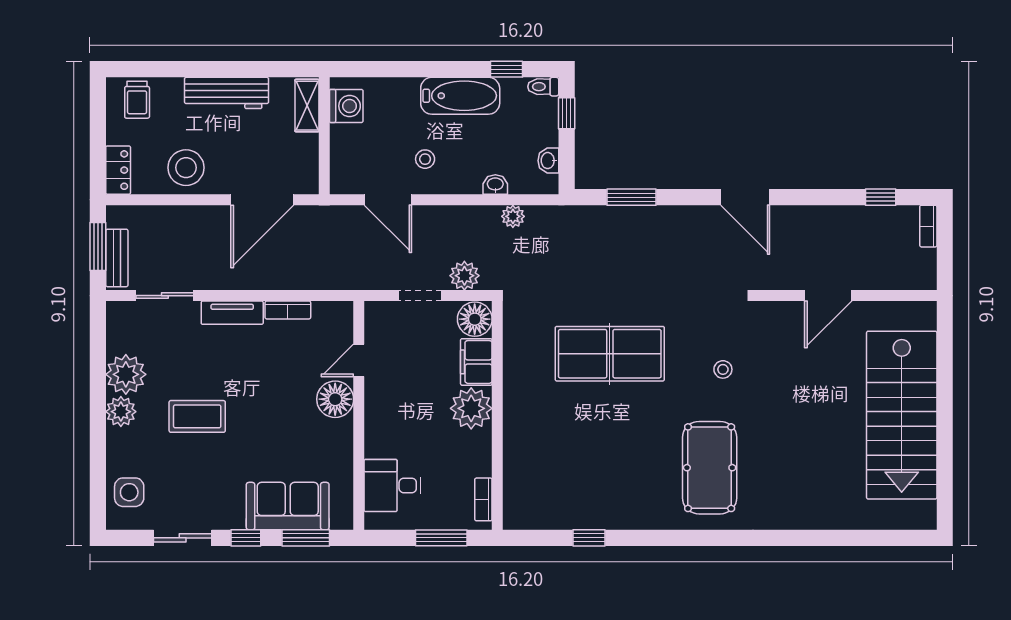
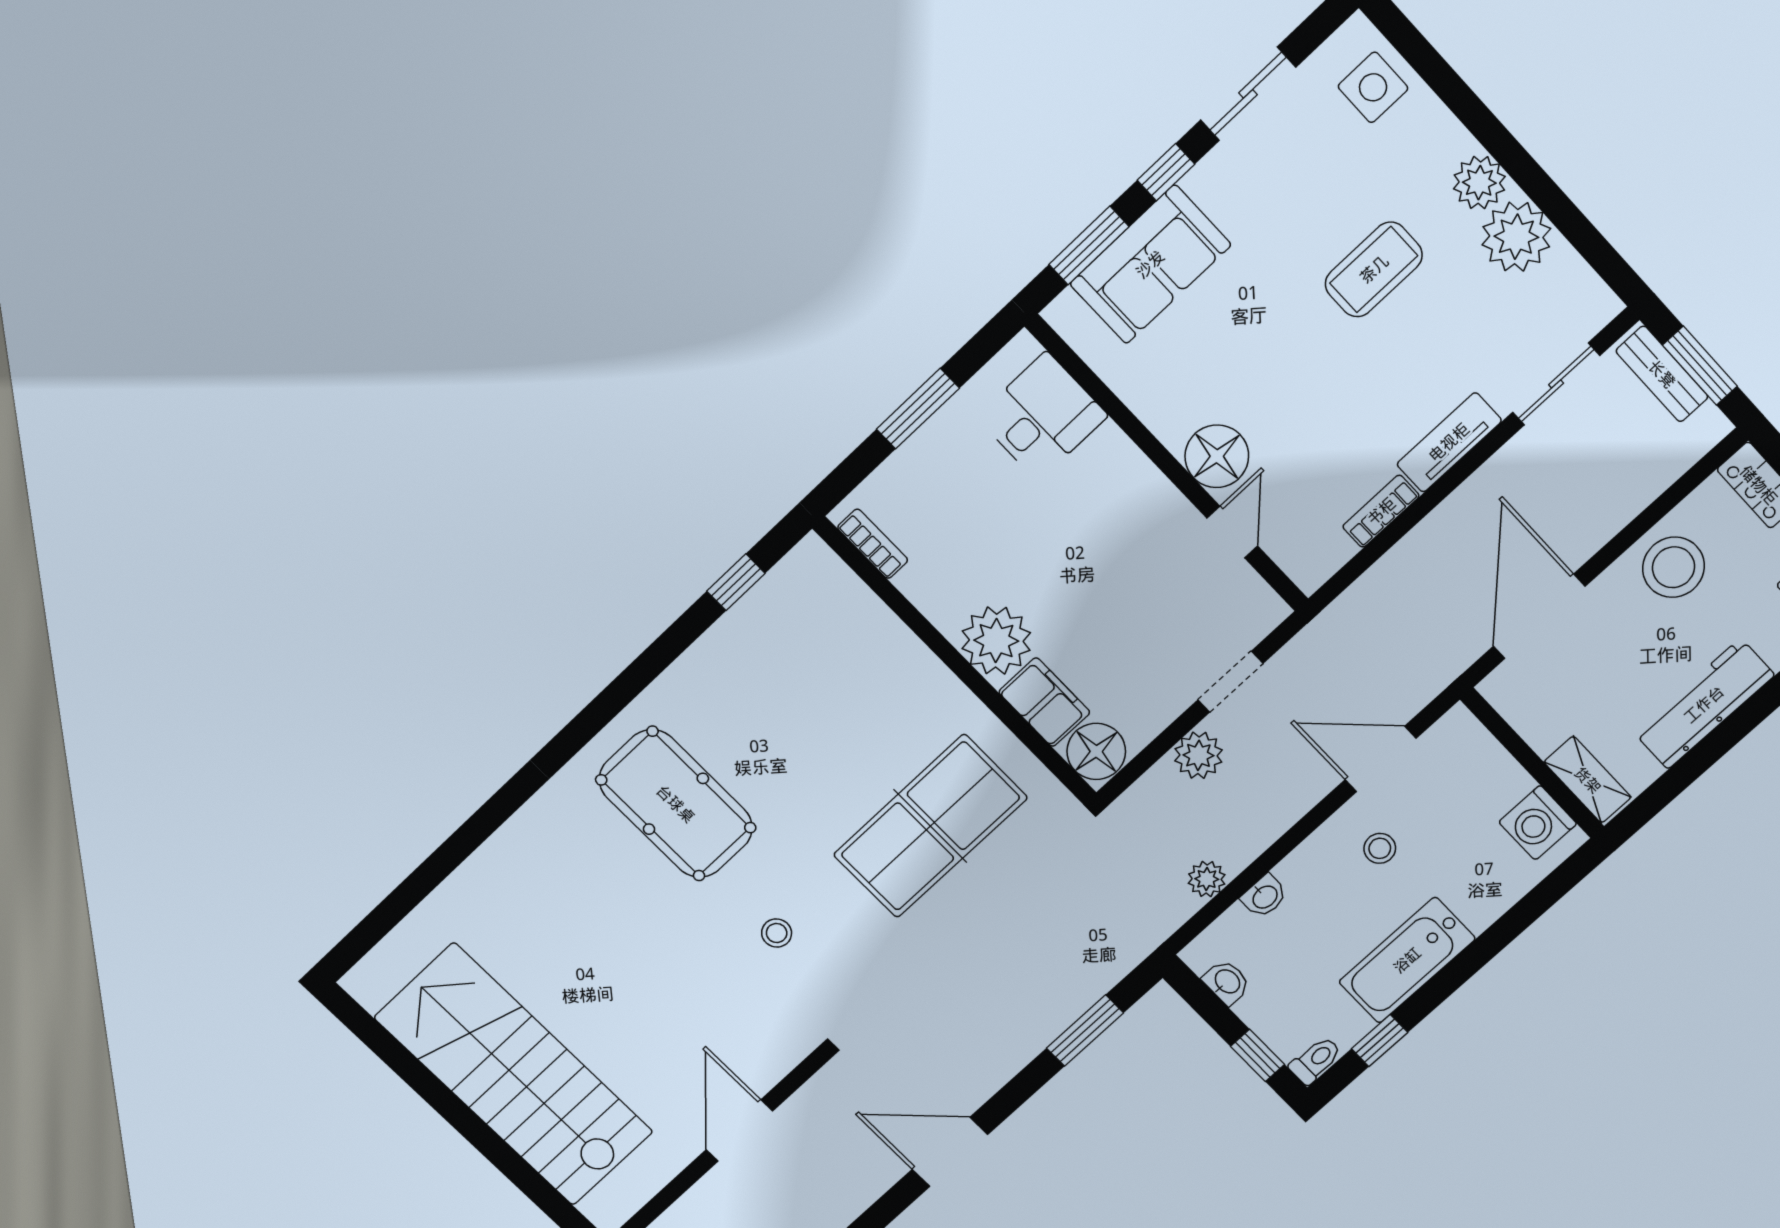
floor lamp: (475, 319) -> (1096, 751), moved
filing cabinet: (476, 362) -> (1044, 702), moved
plant: (471, 408) -> (996, 641), moved
wall: (497, 415) -> (956, 662), moved
bookcase: (483, 499) -> (873, 544), moved

